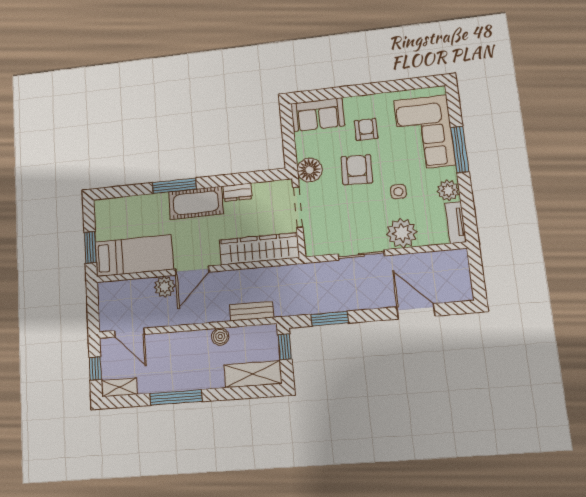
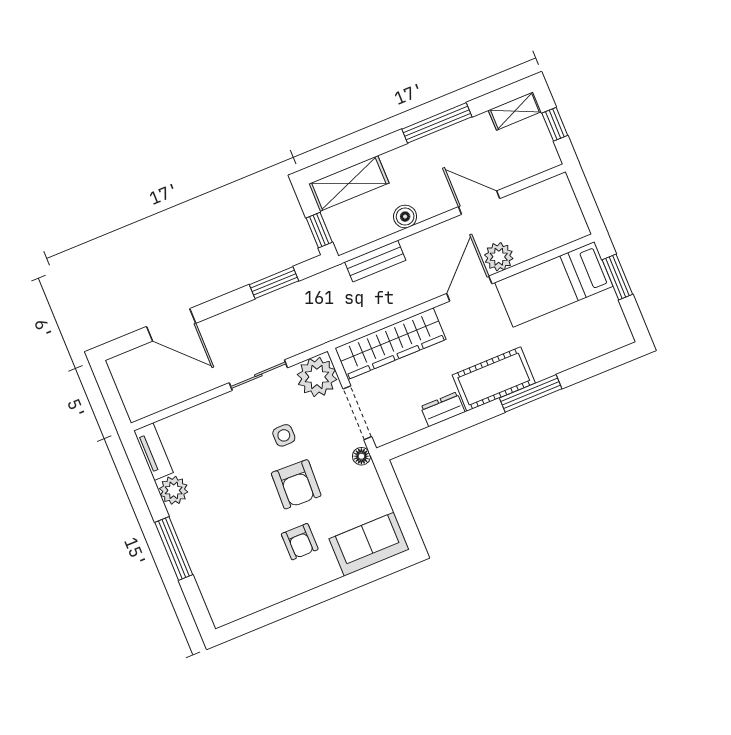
corner sofa: (425, 133) -> (224, 558), removed
floor lamp: (309, 170) -> (361, 456), width x0.53, depth x0.53
side table: (398, 192) -> (284, 435), moved
plant: (402, 233) -> (317, 377), moved
door: (130, 333) -> (479, 203), moved

